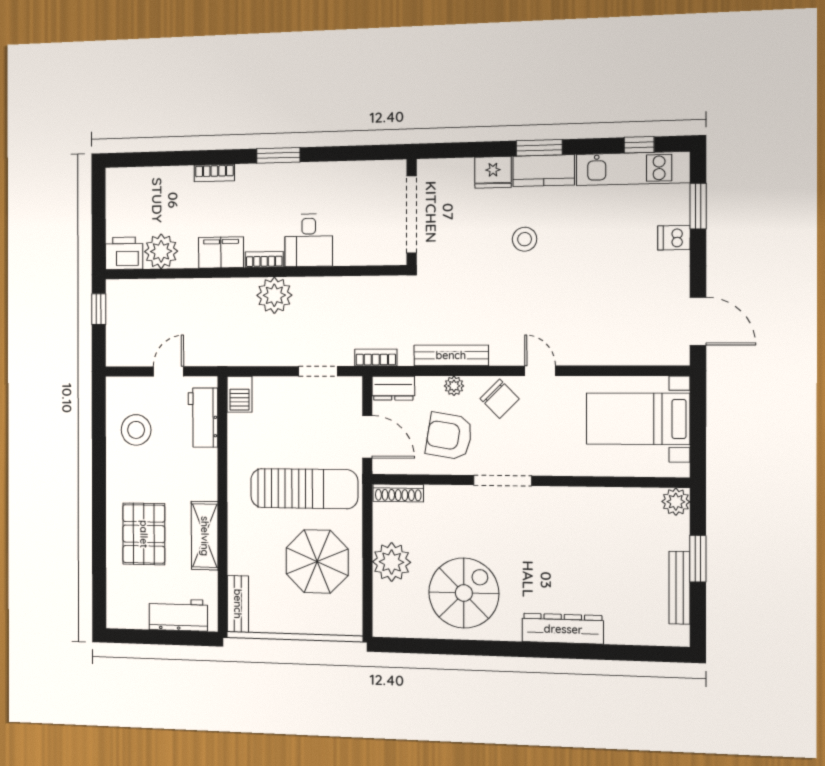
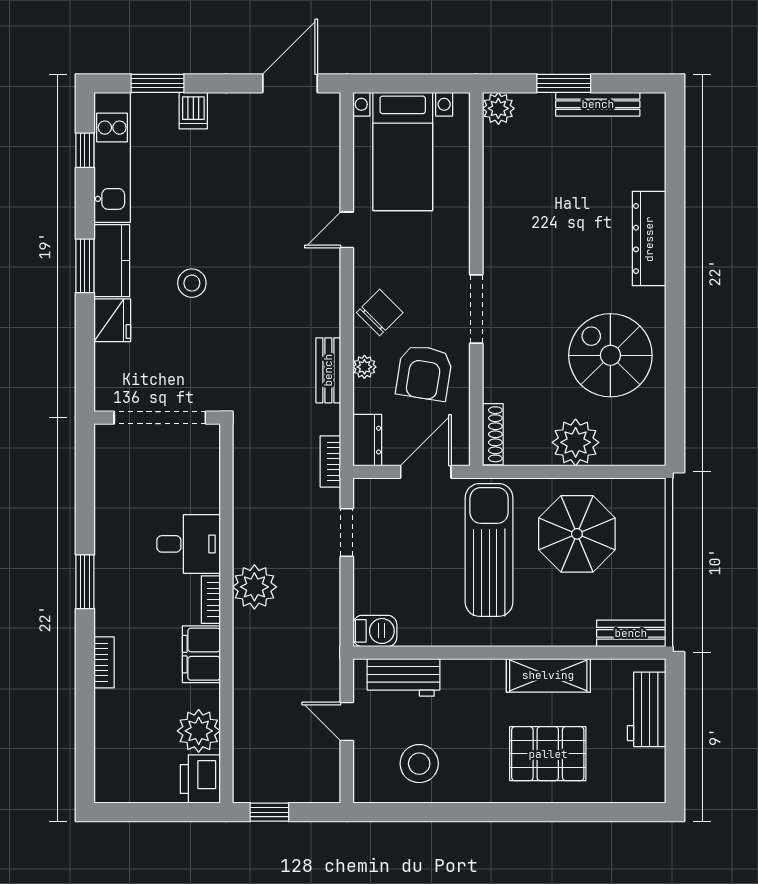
bench: (451, 355) -> (328, 370), width x0.73
door: (540, 371) -> (347, 230), moved

